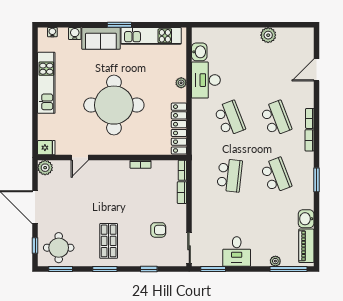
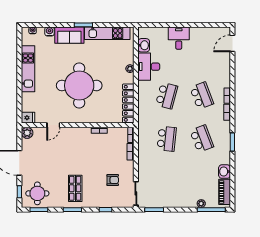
plant: (268, 35) -> (196, 33), removed
door: (316, 70) -> (232, 43), moved
school desk: (230, 118) -> (167, 96), turned 36
desk: (237, 251) -> (179, 38), moved, turned 180

